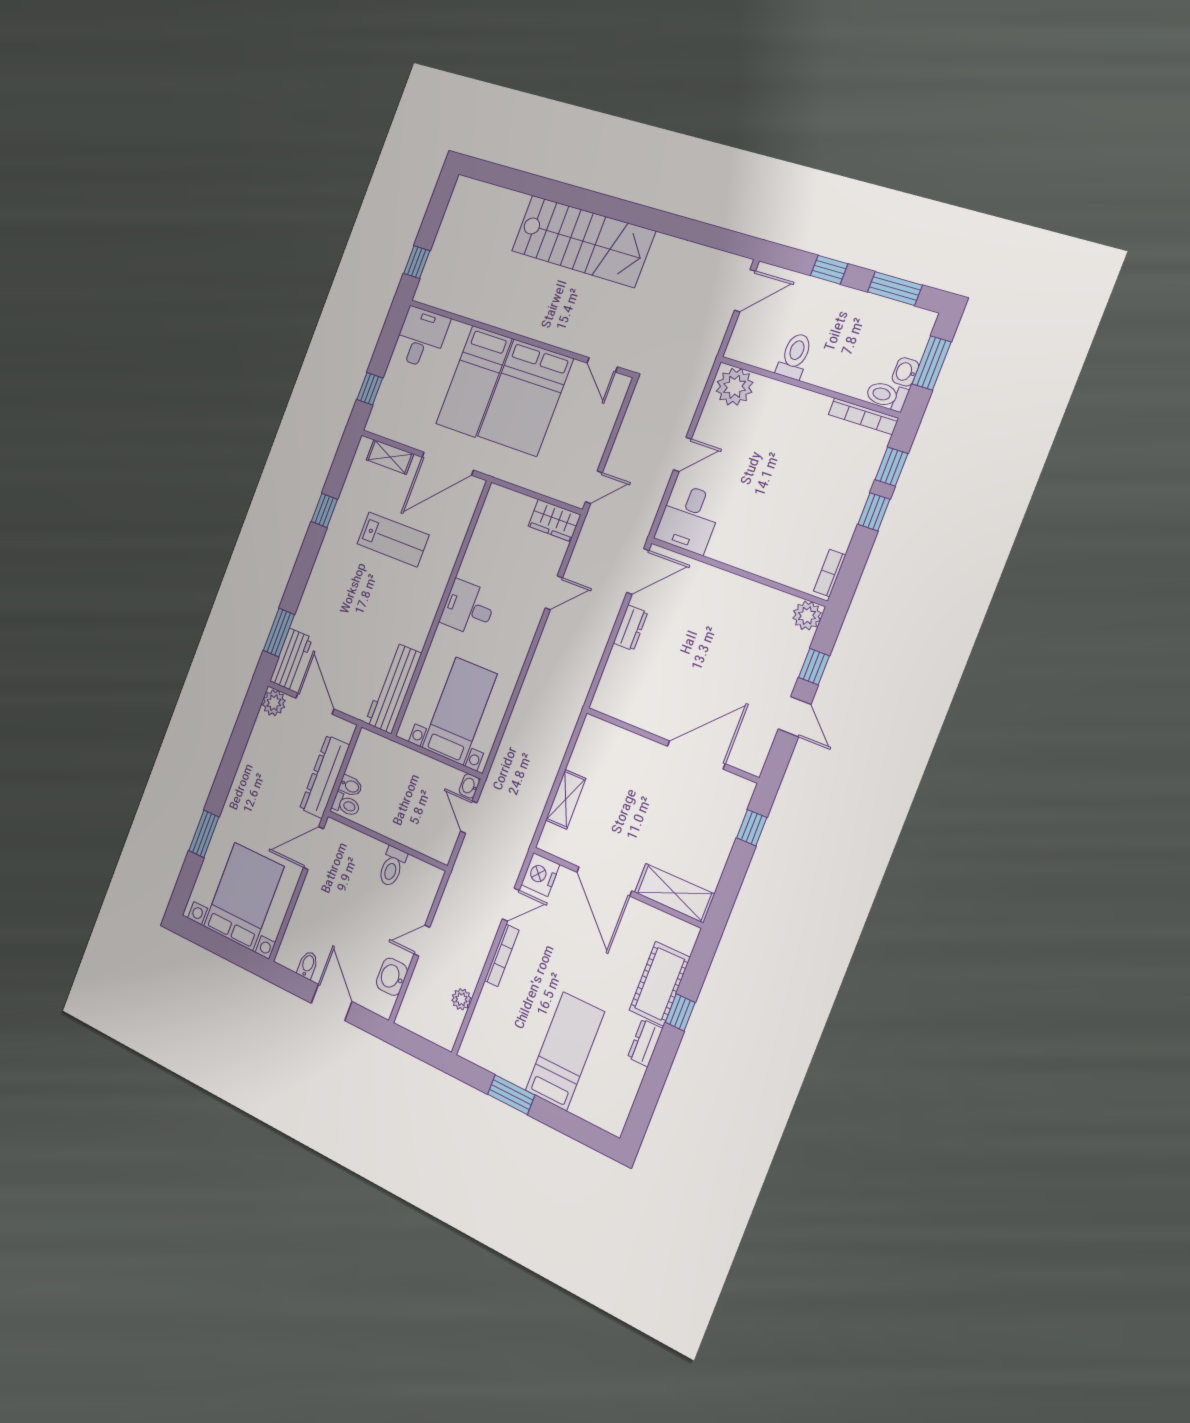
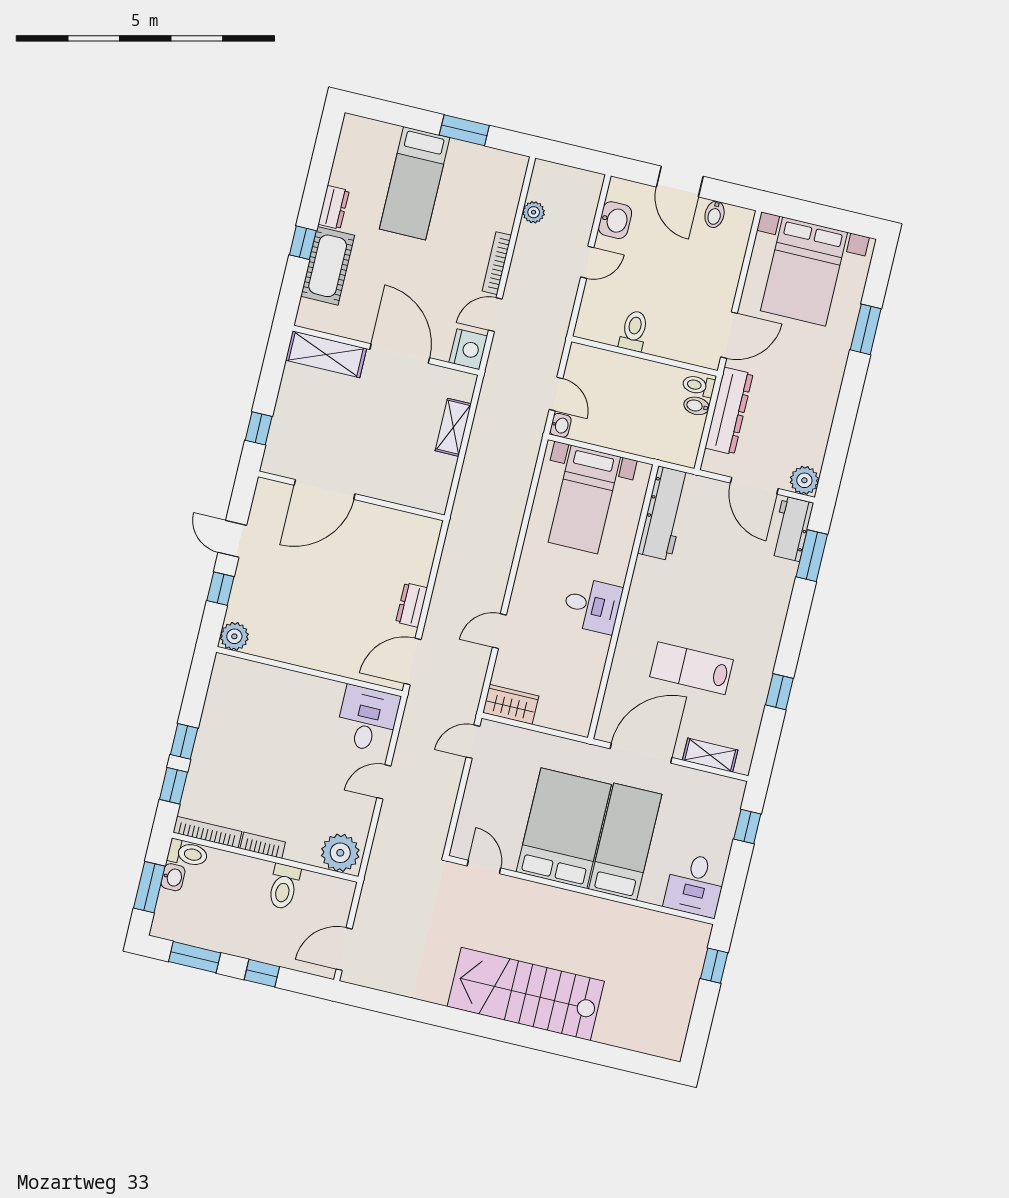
bookcase: (830, 573) -> (263, 845), moved, turned -90

